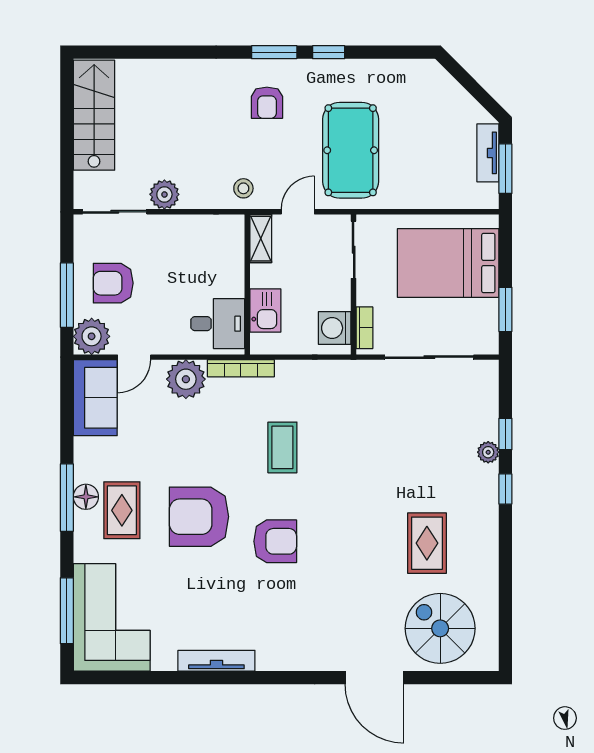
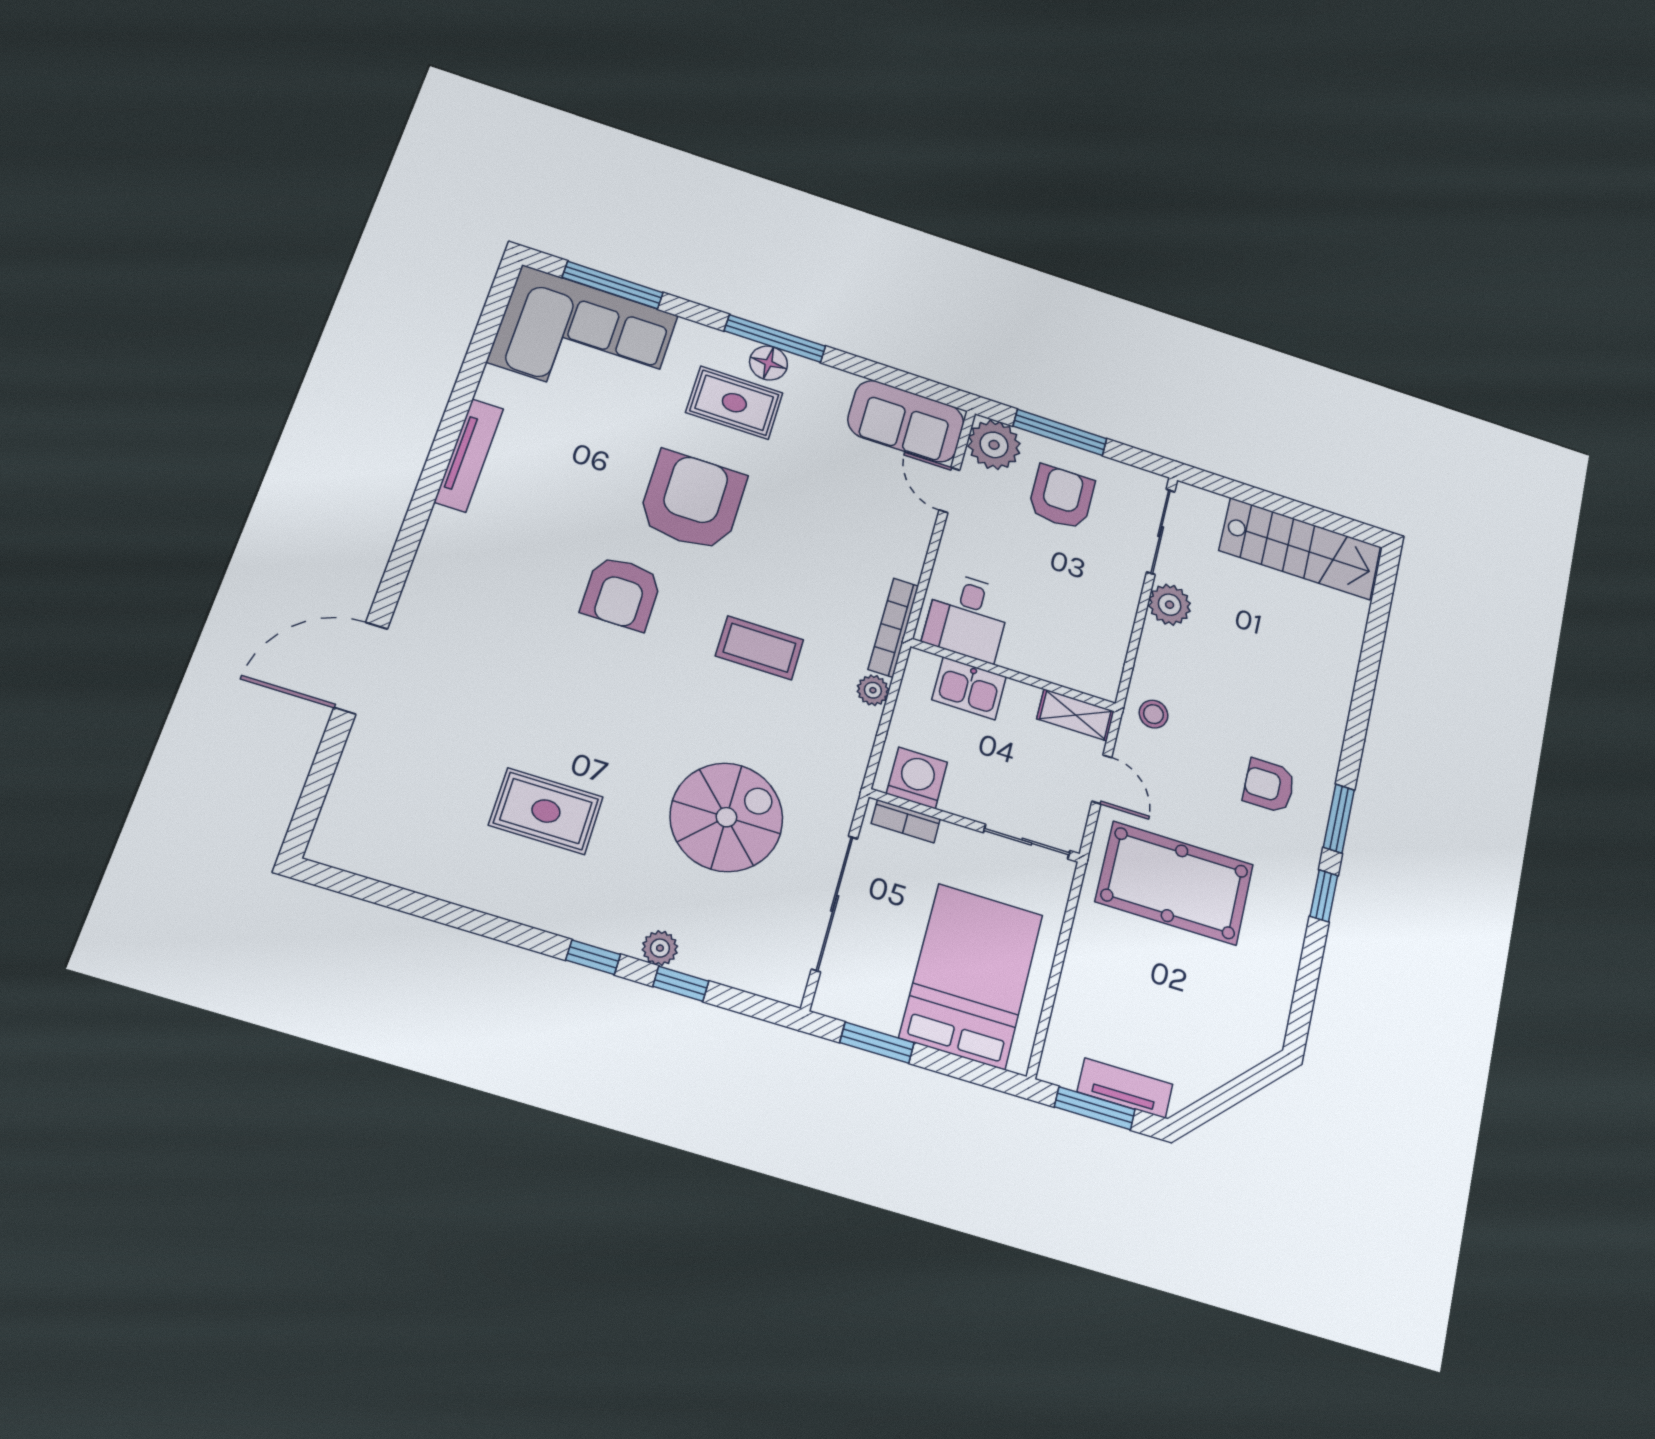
plant: (186, 379) -> (873, 690), moved, width x0.53, depth x0.53
spiral stairs: (440, 628) -> (726, 817), moved

